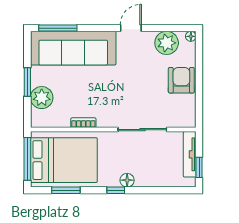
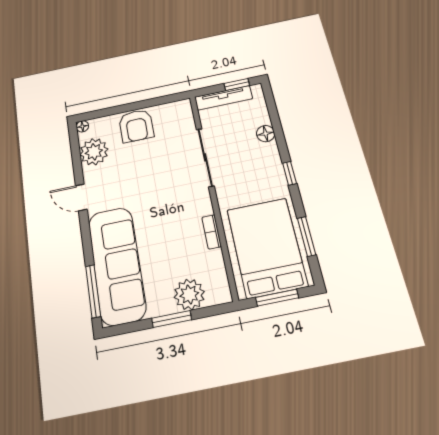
armchair: (181, 80) -> (136, 126), turned -90
window: (27, 159) -> (277, 298), width x0.69
floor lamp: (127, 180) -> (266, 134), moved

